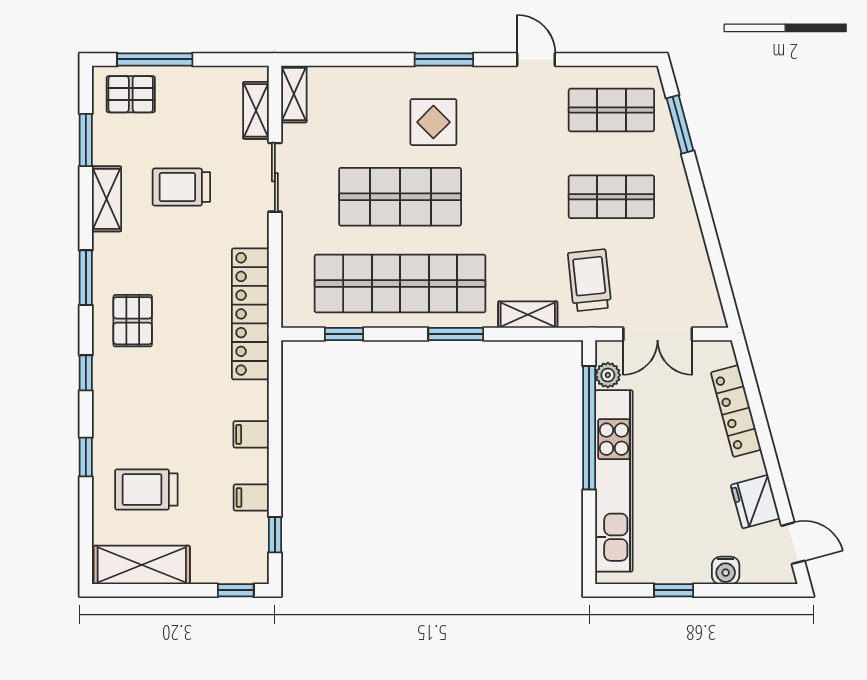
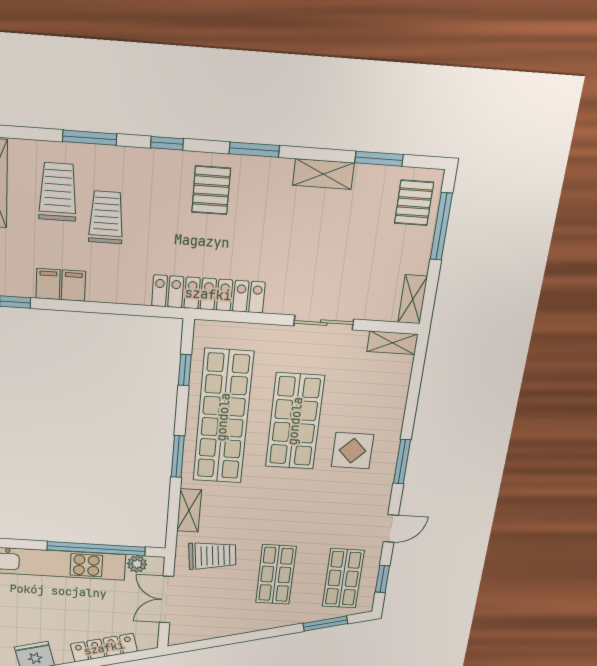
window: (609, 59) -> (382, 579), added
shelving: (256, 110) -> (413, 299), moved, turned 90
trolley: (181, 187) -> (106, 217), moved
pallet: (133, 321) -> (211, 190), turned 90
filing cabinet: (251, 434) -> (73, 286), moved
window: (86, 457) -> (90, 138), width x1.50

